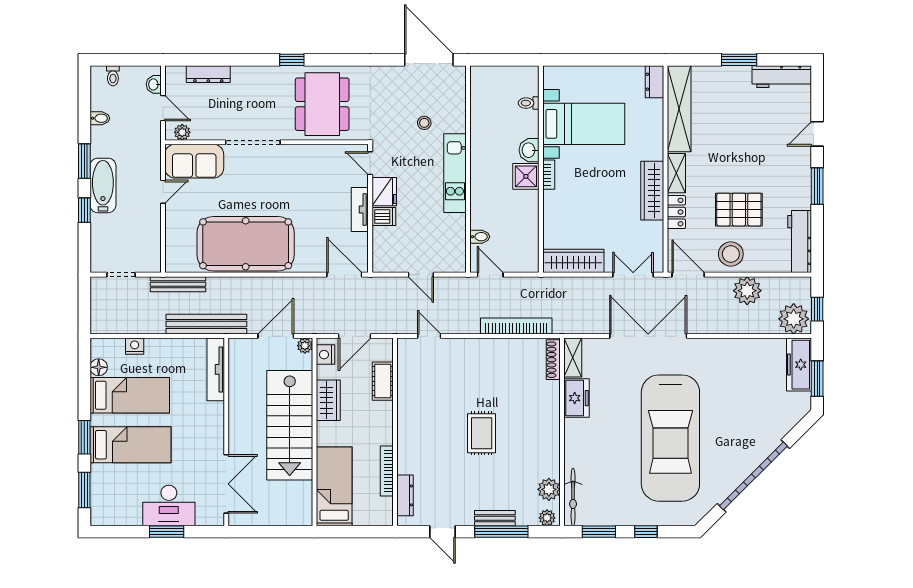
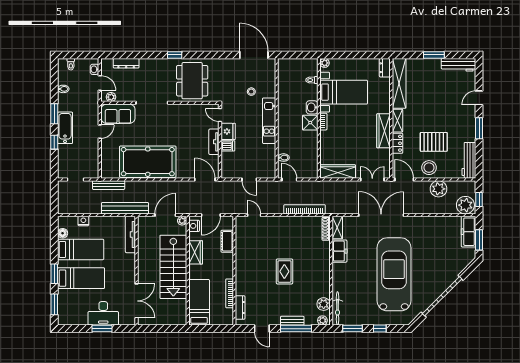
plant: (551, 73) -> (325, 63), added
car: (670, 438) -> (394, 274), turned 180

